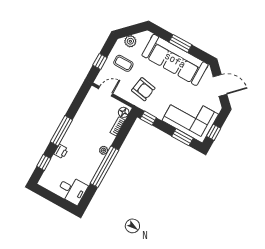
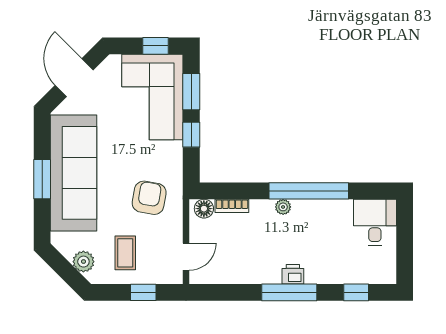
door: (106, 91) -> (186, 257), swing flipped
window: (148, 118) -> (191, 135), moved
printer: (61, 151) -> (293, 274), moved

